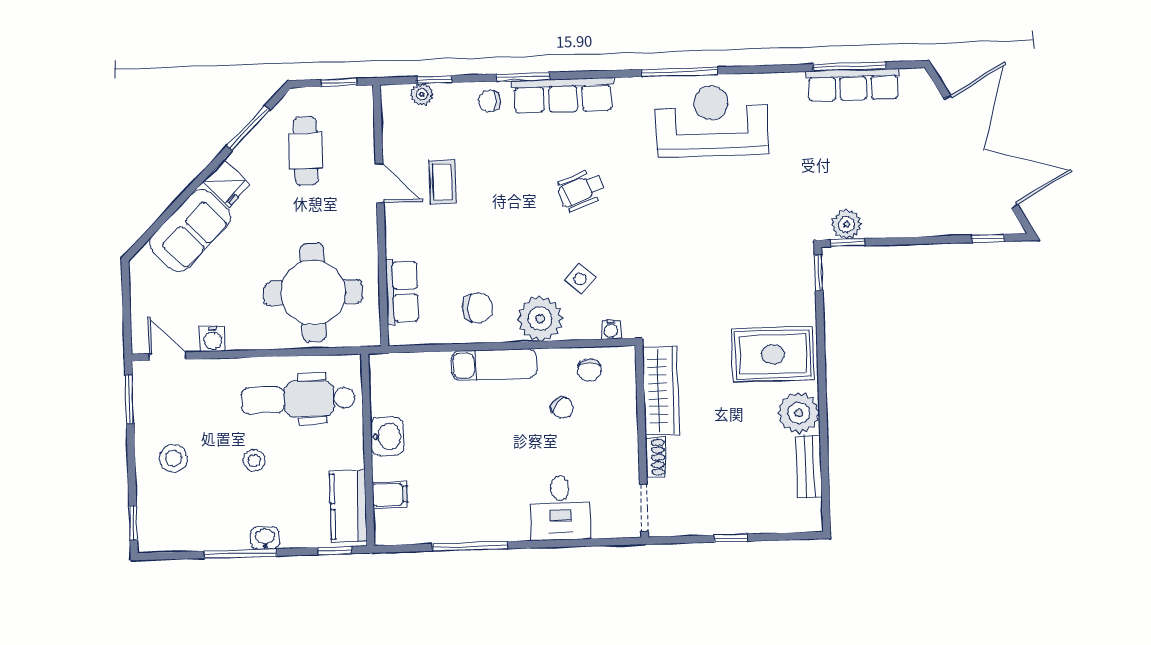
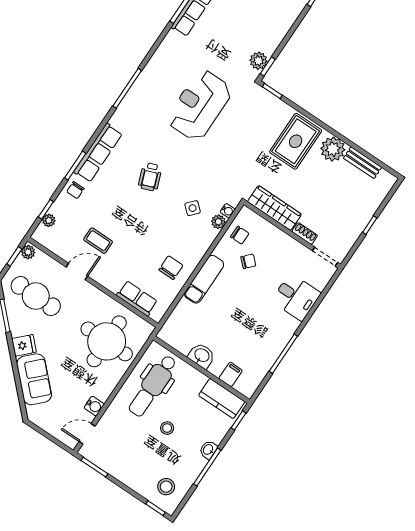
plant: (358, 97) -> (28, 252), added
reception desk: (712, 121) -> (199, 105), moved
cafe table: (306, 151) -> (36, 296), width x1.37, depth x1.35
plant: (540, 319) -> (218, 222), moved, width x0.53, depth x0.53
stool: (173, 458) -> (166, 487), moved

